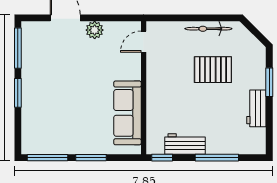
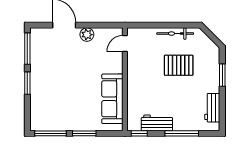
workbench: (256, 108) -> (212, 108), moved

